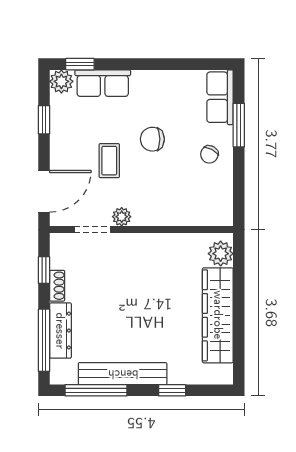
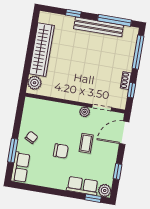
dresser: (60, 331) -> (128, 56), removed

